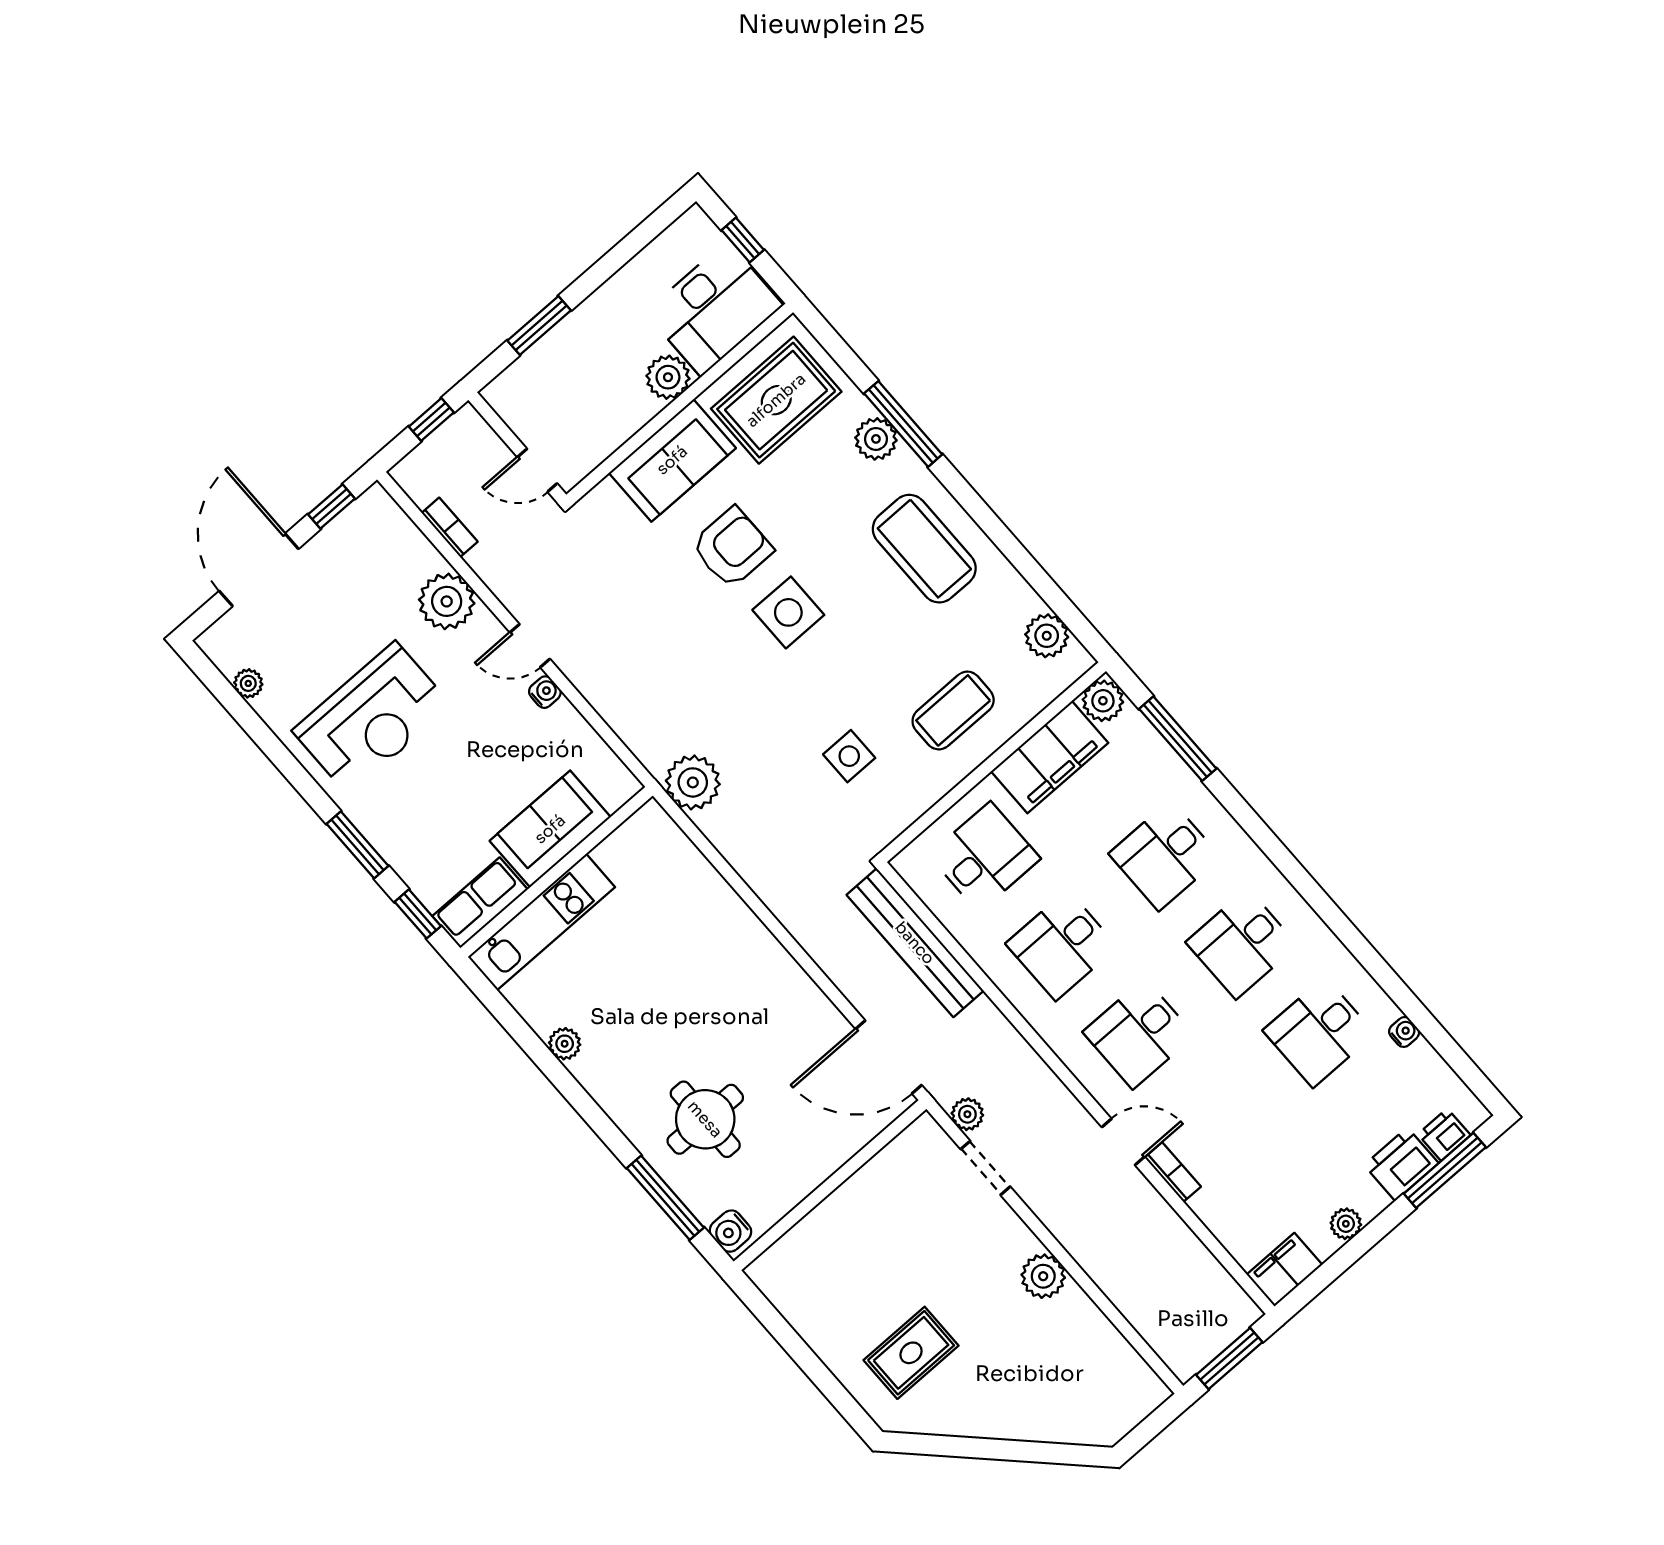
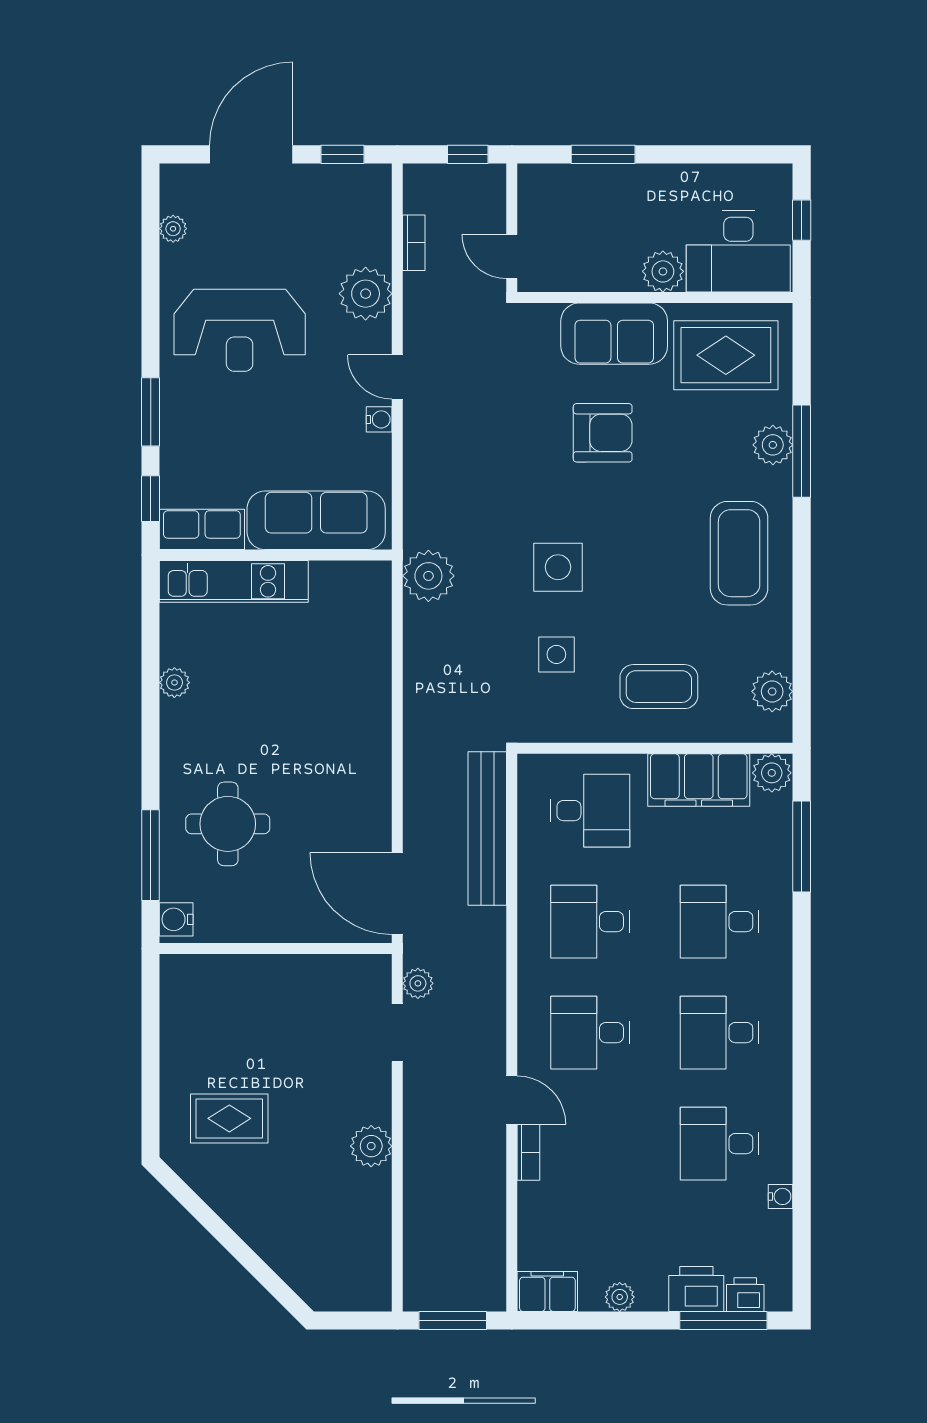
side table: (788, 612) -> (558, 567), moved
sofa: (550, 829) -> (316, 520), width x1.36

